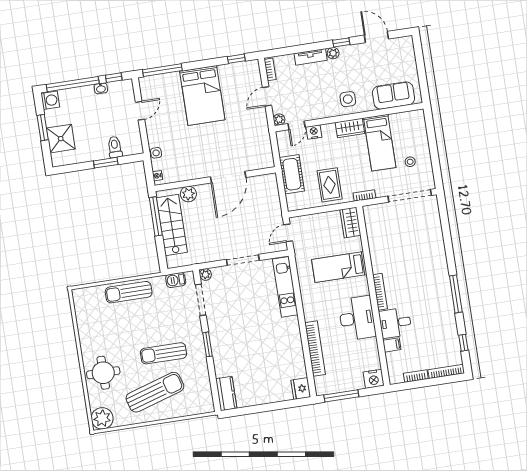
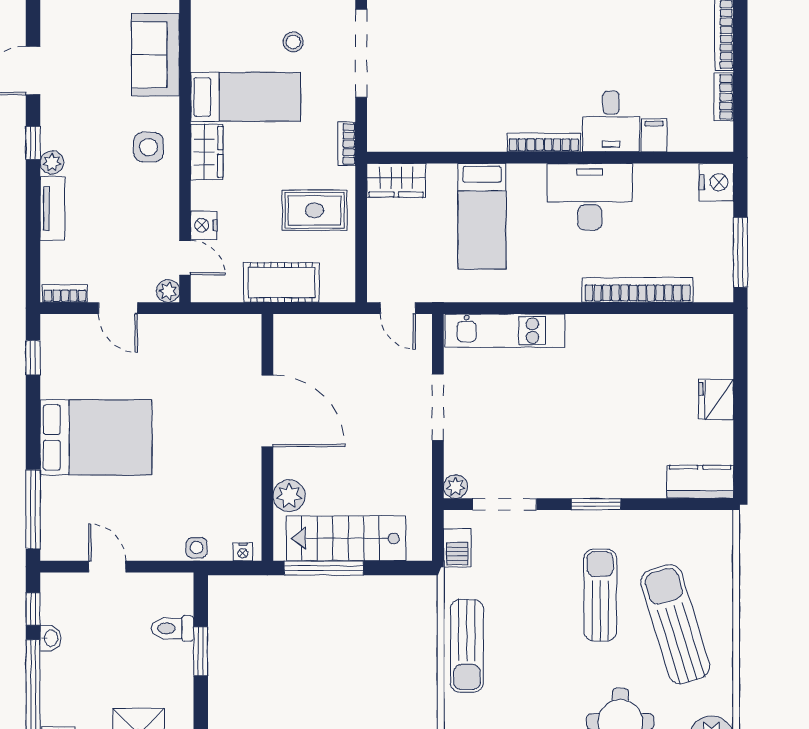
sun lounger: (163, 353) -> (600, 595), turned 180
fridge: (301, 389) -> (716, 399), moved, turned 90

